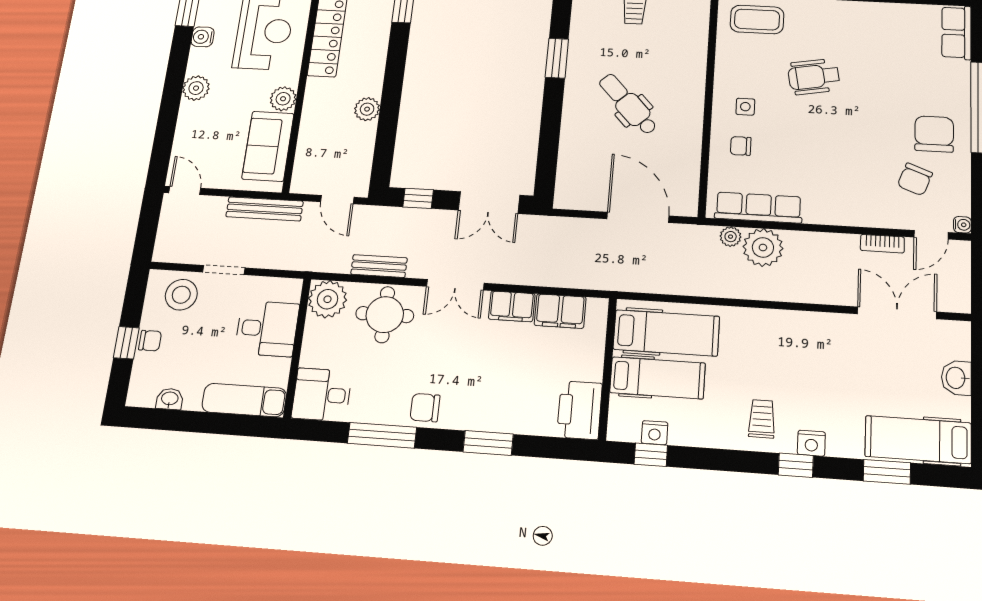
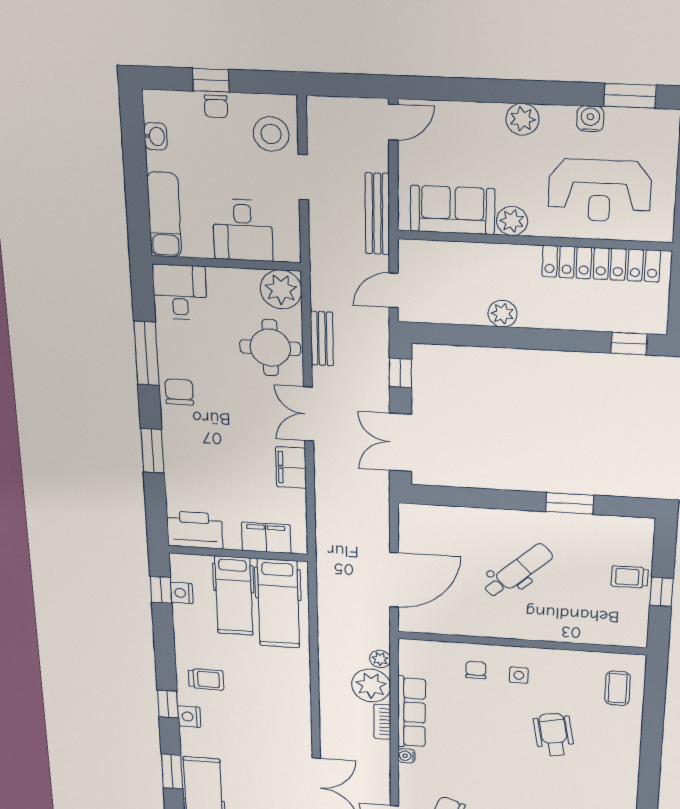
coffee table: (757, 20) -> (618, 688), width x0.73, depth x0.77
row of seats: (758, 208) -> (412, 712), moved
water cooler: (849, 218) -> (406, 756), added
bookcase: (882, 244) -> (382, 722), moved
filing cabinet: (560, 311) -> (266, 538), moved, turned 90

